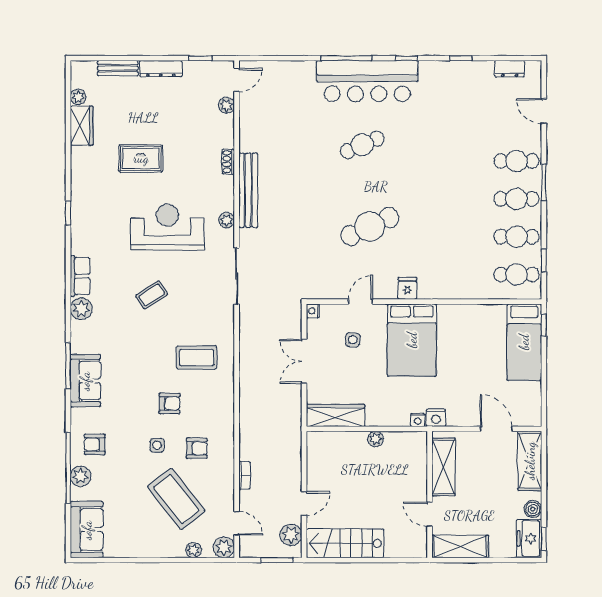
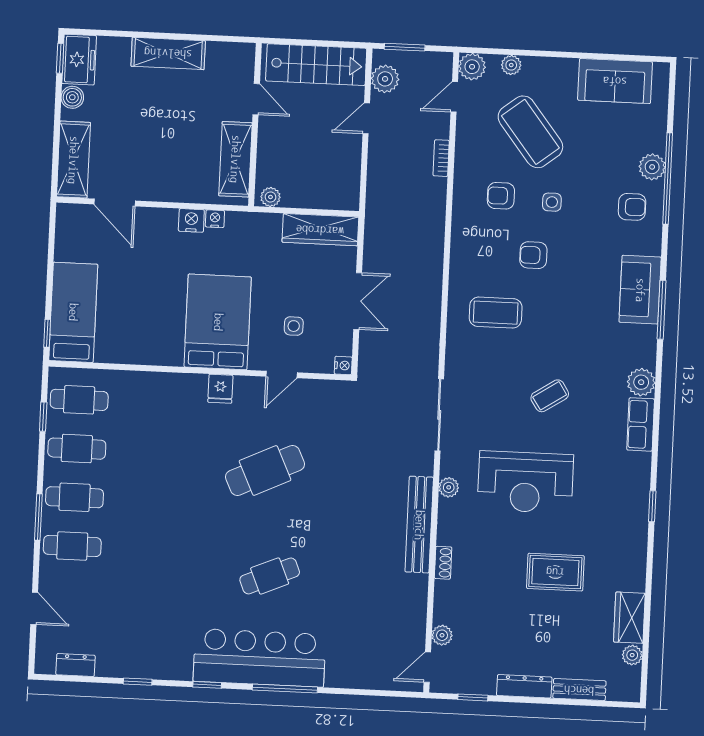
shelving: (443, 467) -> (235, 159), moved
wall: (430, 495) -> (255, 125), moved
door: (430, 514) -> (256, 99), moved
door: (237, 523) -> (454, 97), hinge flipped
sofa: (87, 530) -> (615, 81), moved, turned -90

